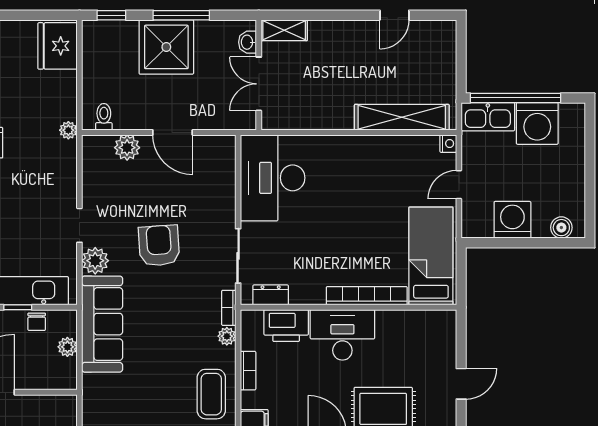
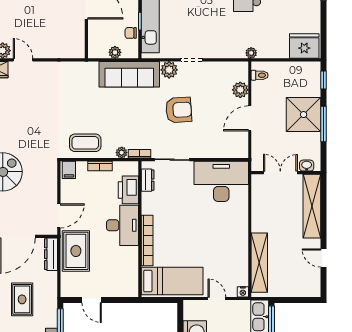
shelving: (284, 30) -> (312, 206), width x2.20, depth x1.33

